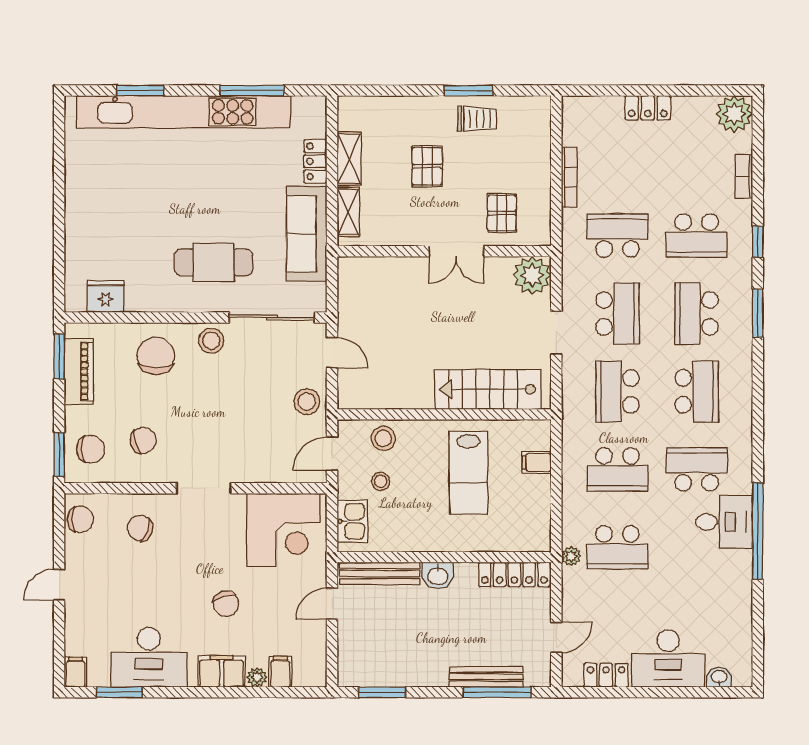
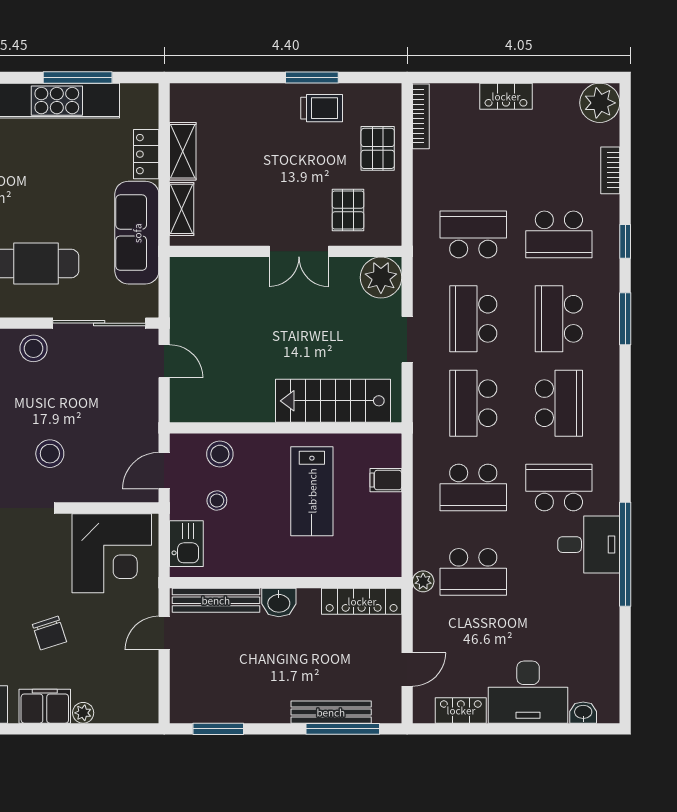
pallet: (427, 166) -> (378, 148), moved
bookcase: (569, 177) -> (421, 116), moved
school desk: (617, 313) -> (473, 319), turned 180
stool: (307, 402) -> (50, 454), moved
filing cabinet: (280, 672) -> (108, 707), removed

